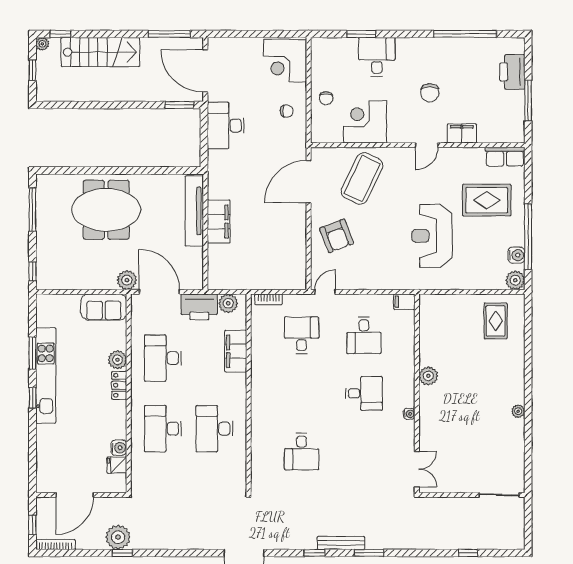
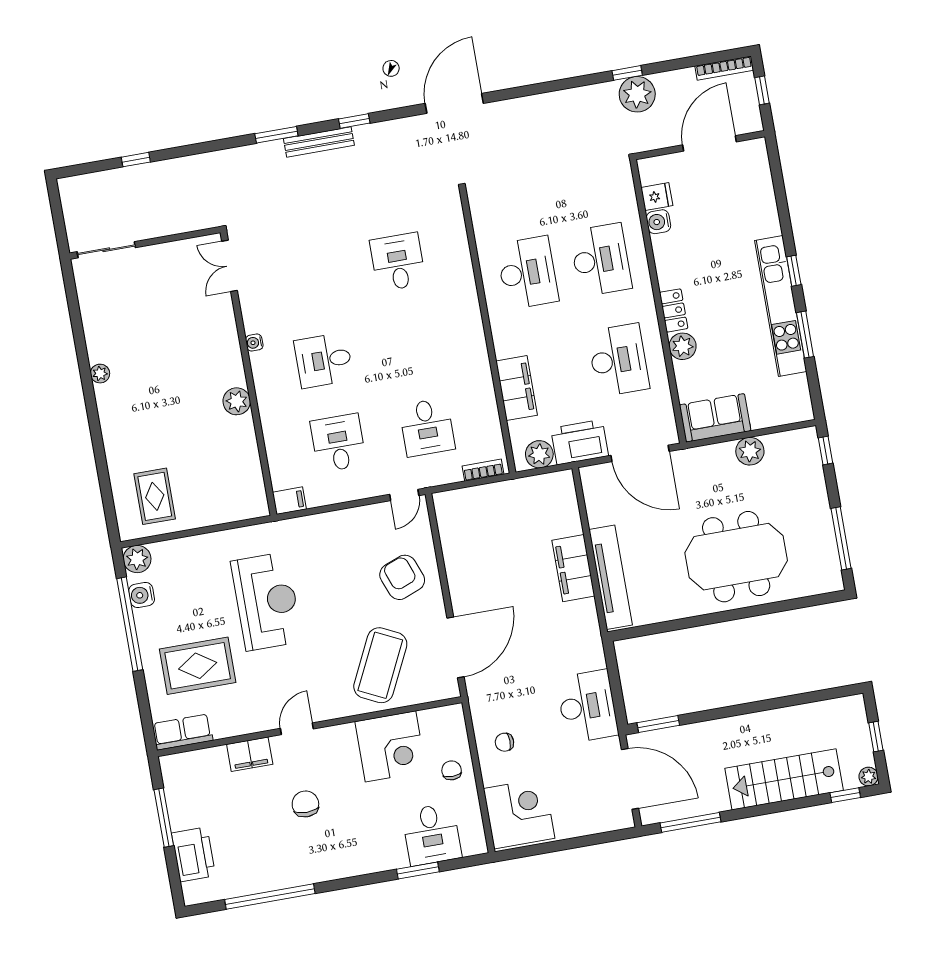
desk: (377, 57) -> (432, 834), moved
plant: (127, 280) -> (750, 451), moved

